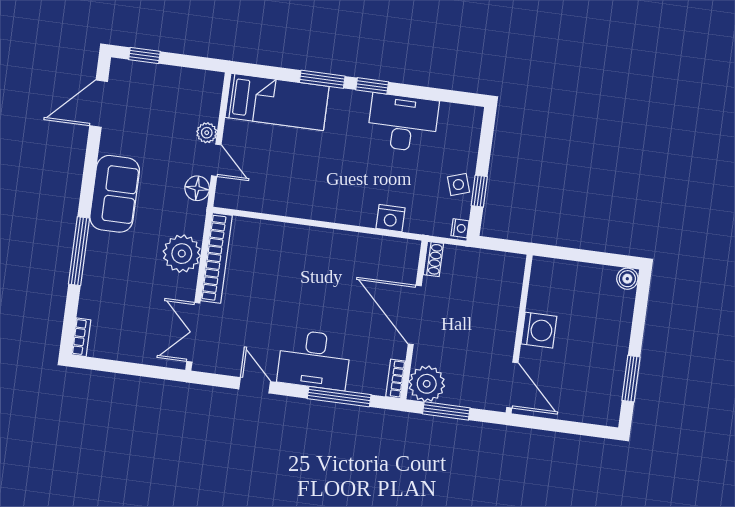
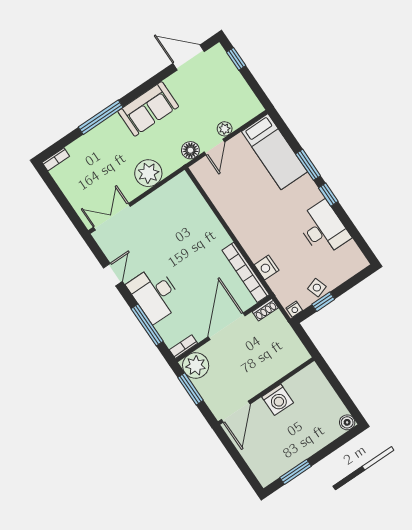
bookcase: (216, 258) -> (246, 272), moved, turned 90

